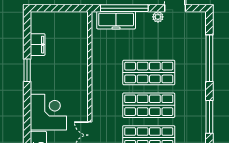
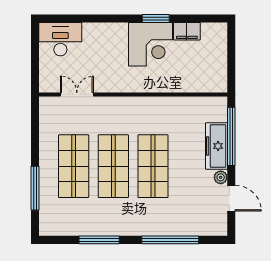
freezer: (116, 20) -> (217, 146), moved
corner desk: (48, 112) -> (150, 44), moved

